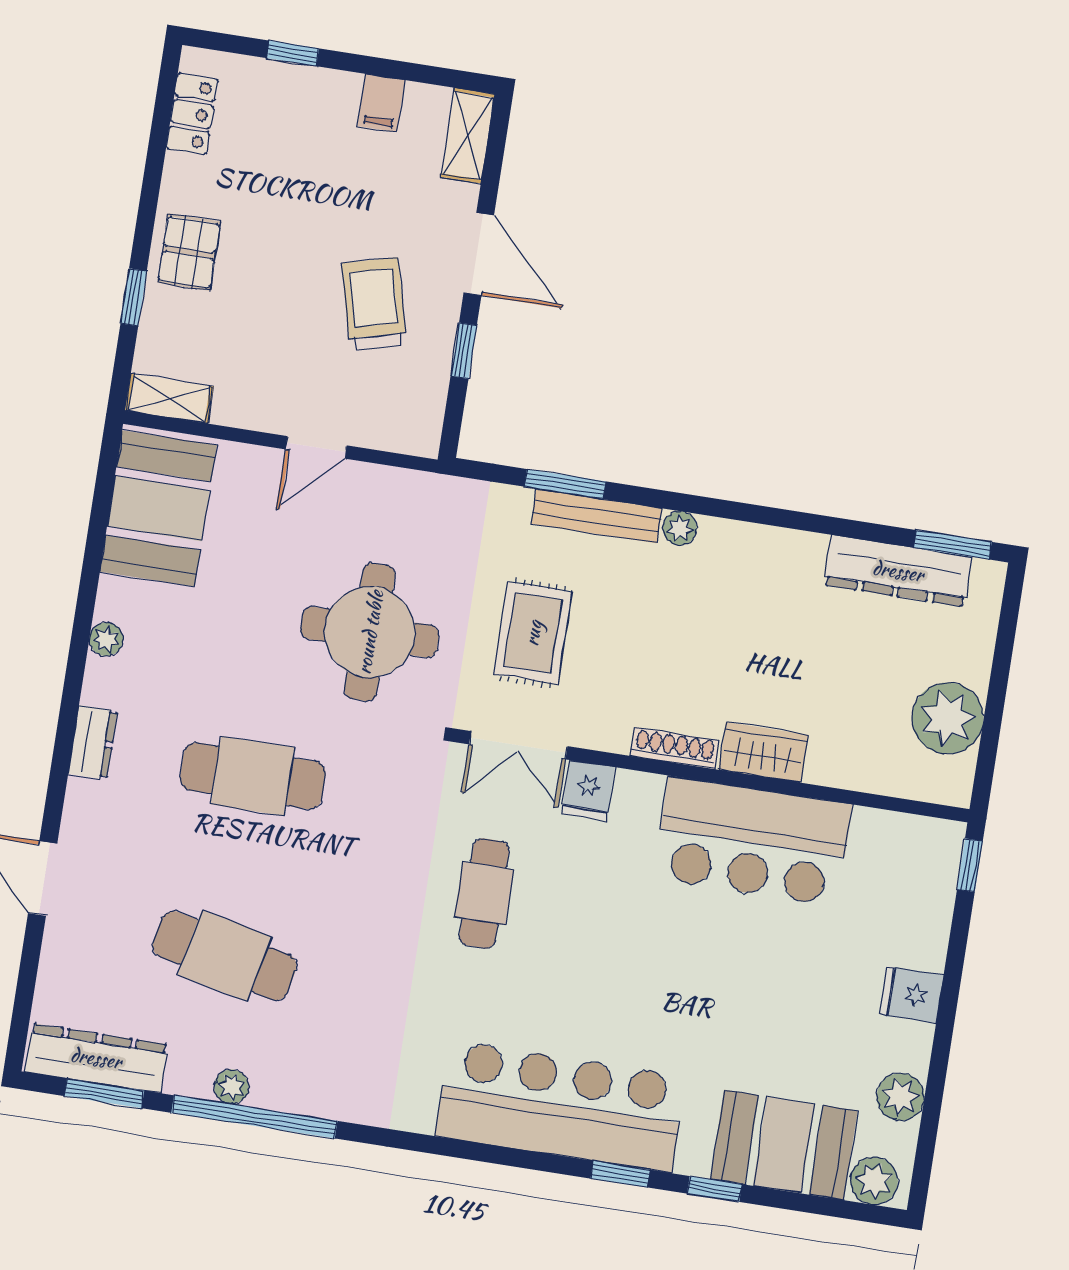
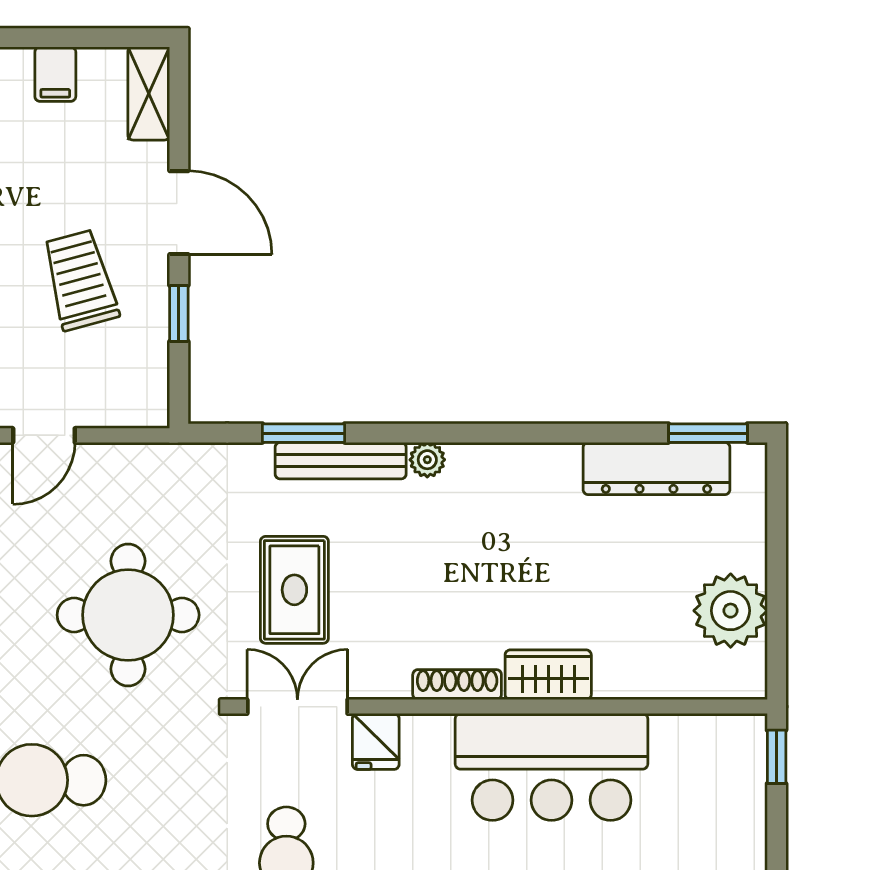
double door: (518, 745) -> (297, 707), swing flipped

